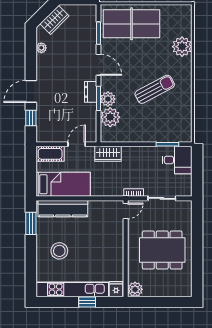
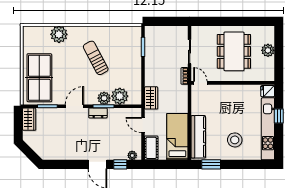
wardrobe: (55, 20) -> (29, 119), moved, turned 45
plant: (41, 48) -> (132, 155), moved
desk: (177, 160) -> (157, 39), removed
plant: (135, 289) -> (268, 50), moved

